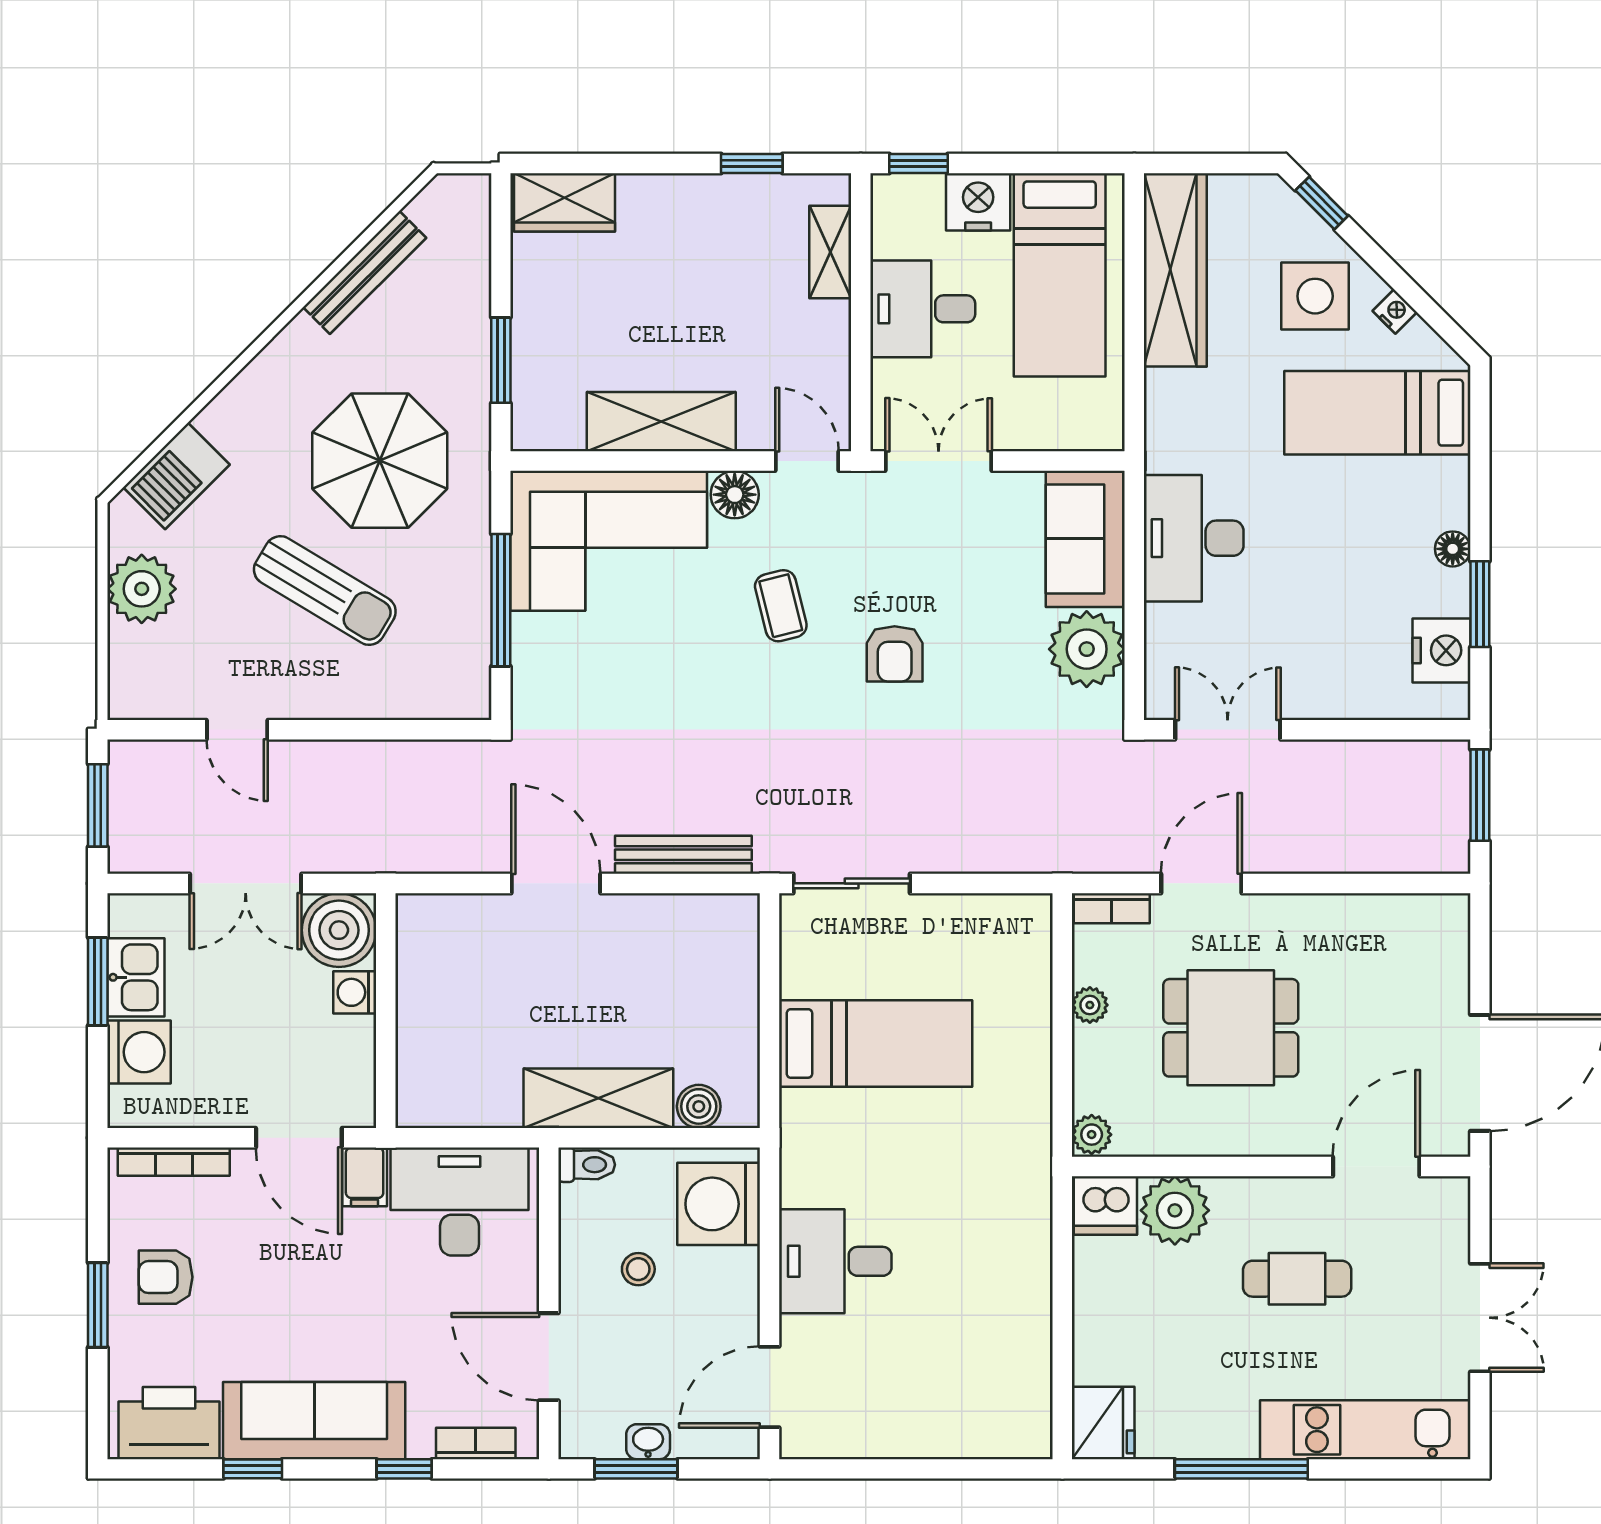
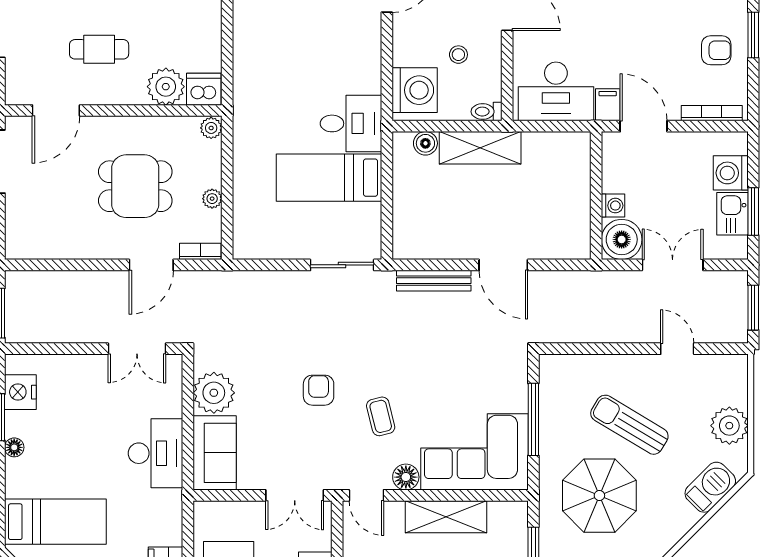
desk: (835, 1261) -> (351, 123), moved

